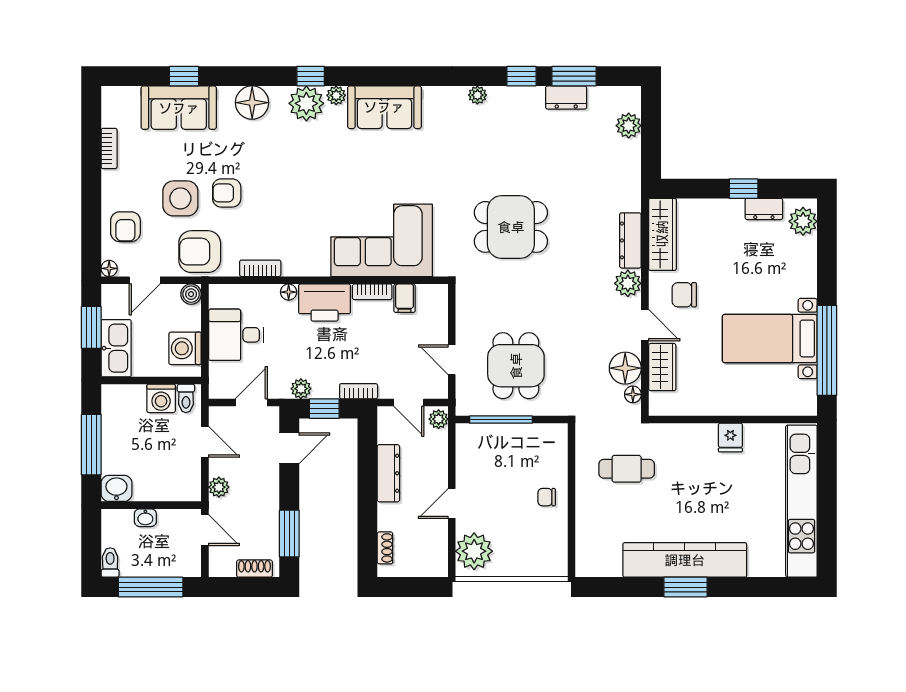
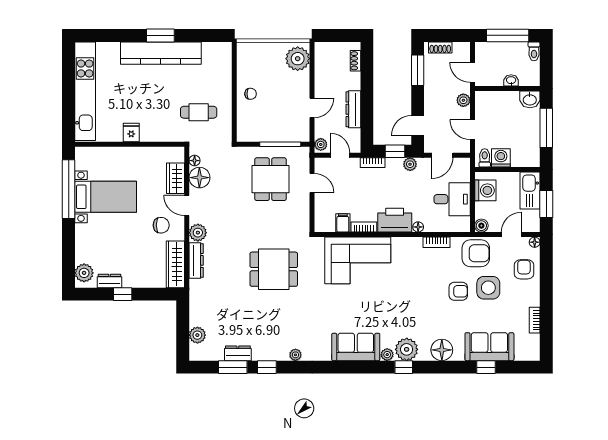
door: (452, 504) -> (312, 108), moved

